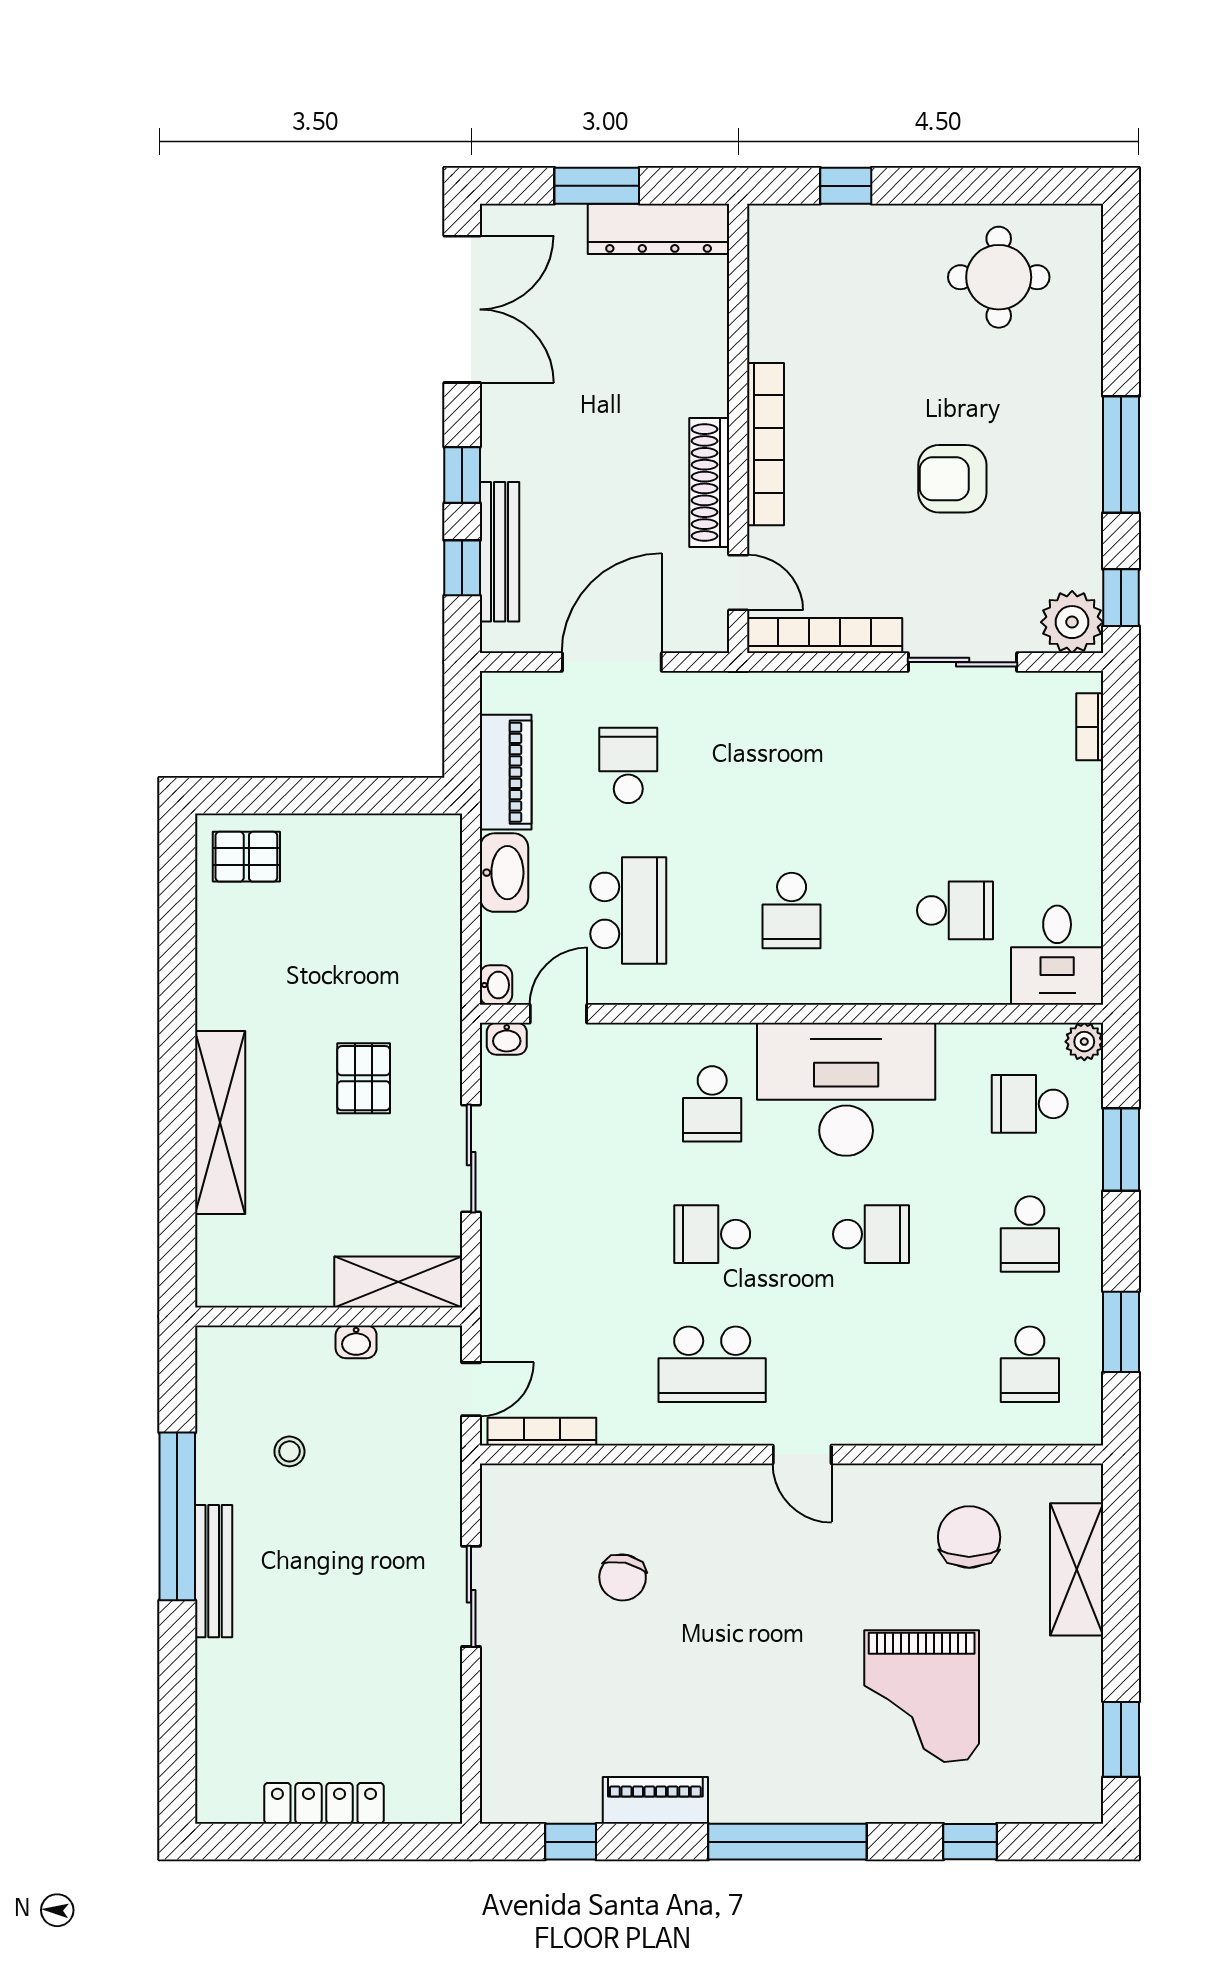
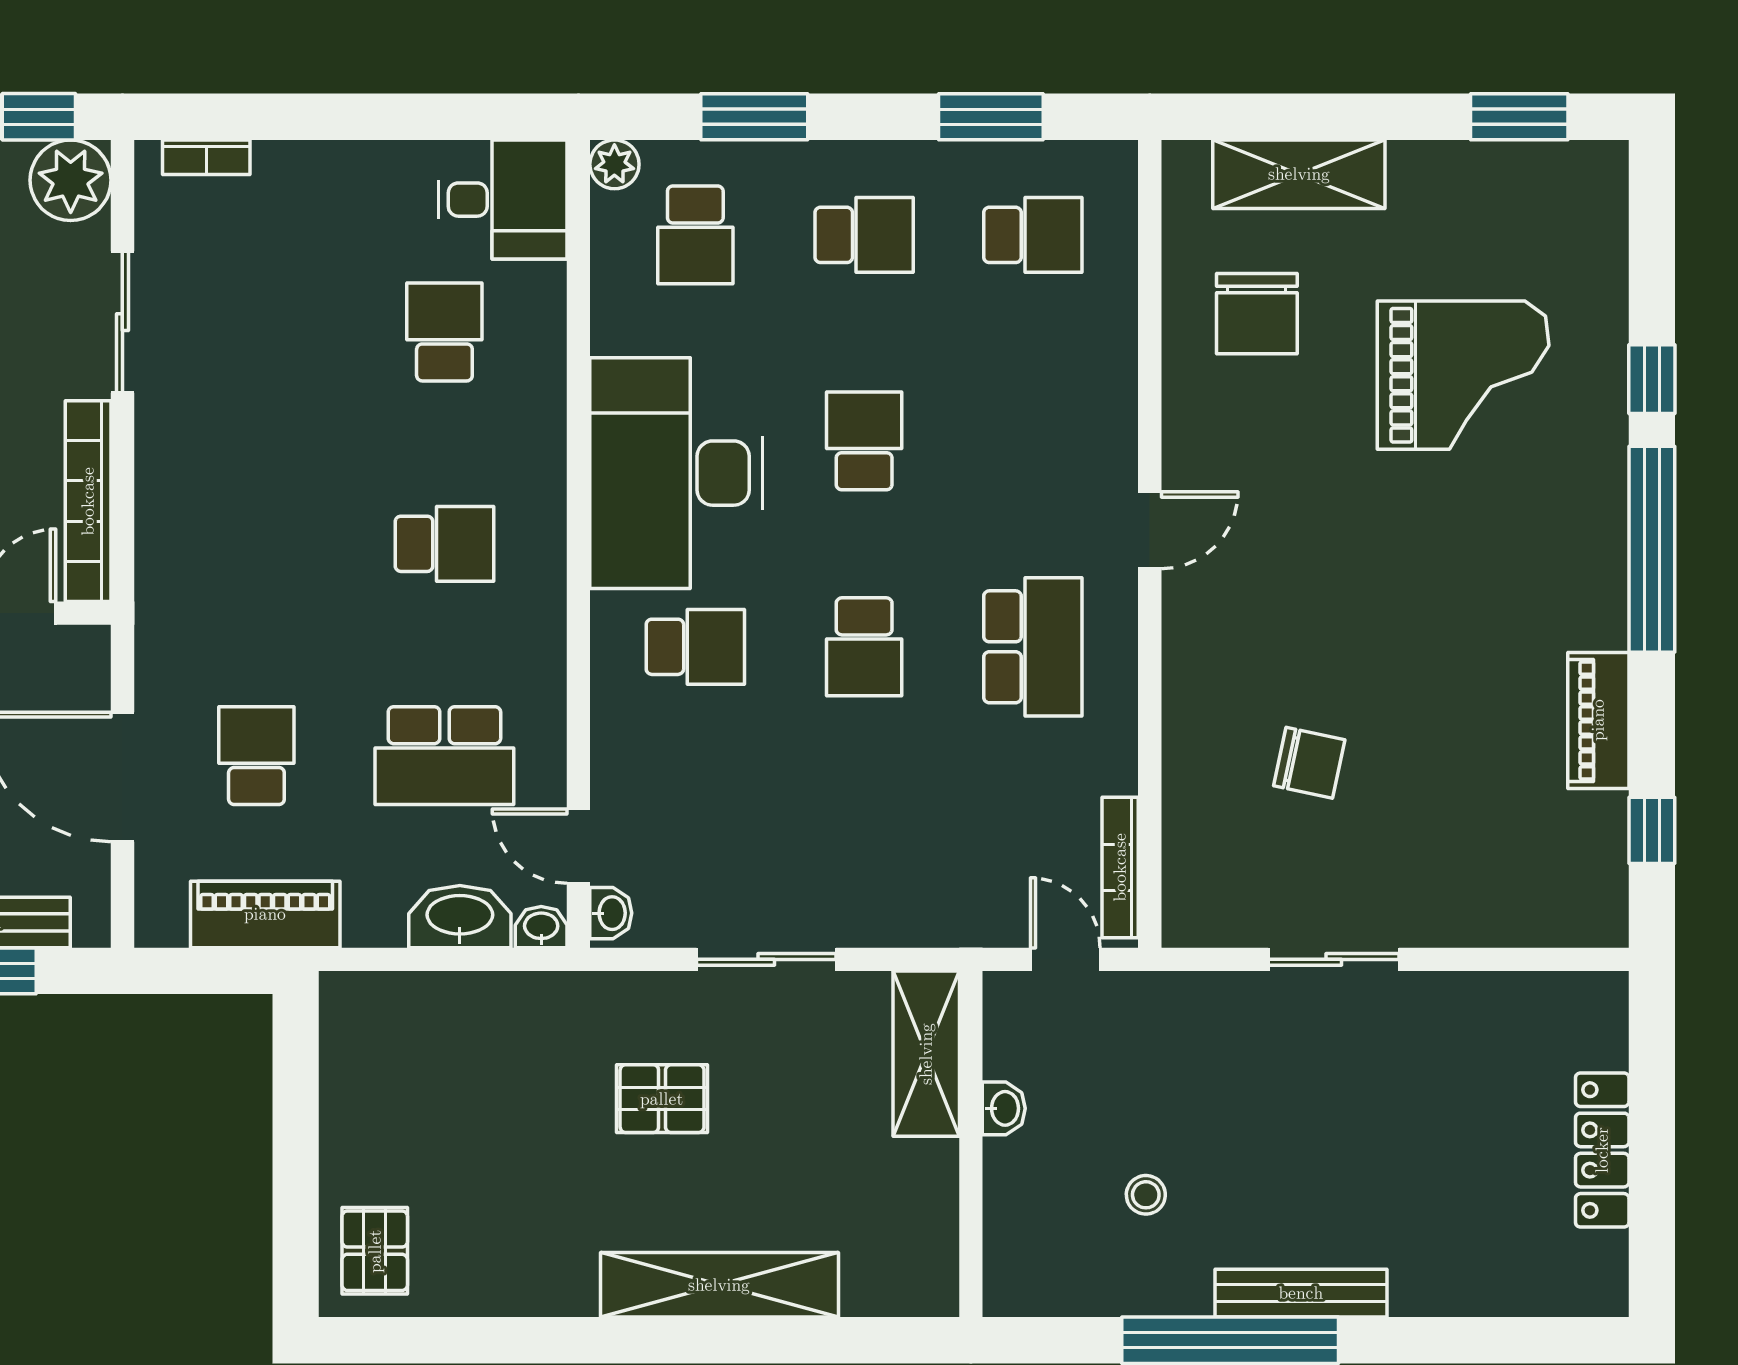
school desk: (628, 765) -> (256, 756), turned 90
washbasin: (504, 873) -> (460, 917), moved
school desk: (628, 910) -> (444, 756), turned 180
chair: (969, 1537) -> (1257, 314), turned -90
window: (970, 1842) -> (1652, 379), moved

